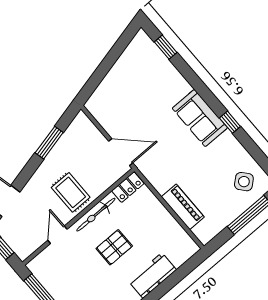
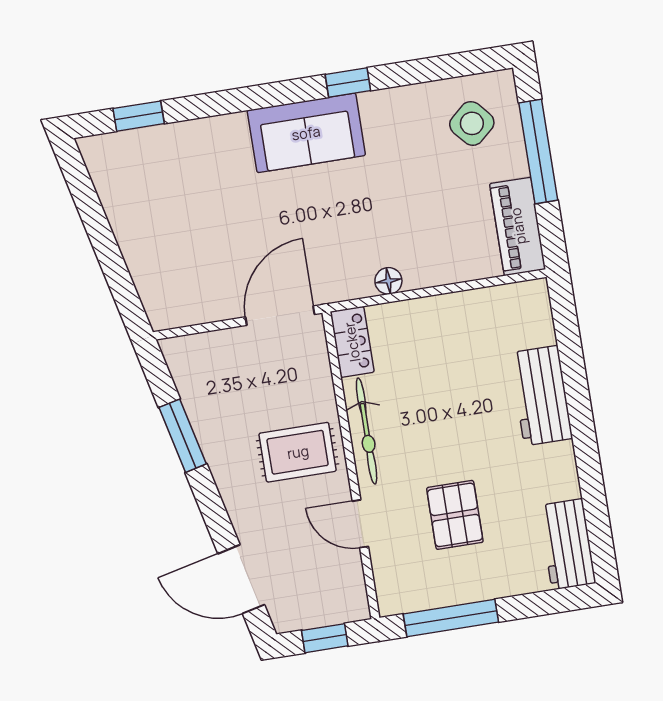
floor lamp: (161, 187) -> (388, 281), added
piano: (183, 207) -> (518, 226), moved, turned -90
pallet: (114, 247) -> (455, 515), moved

